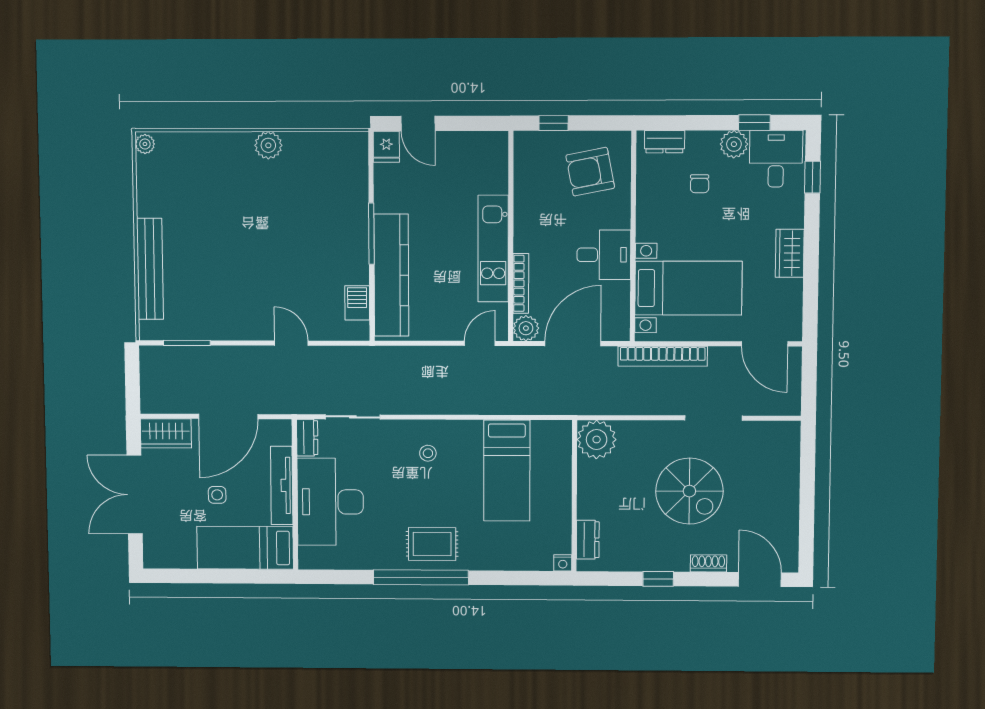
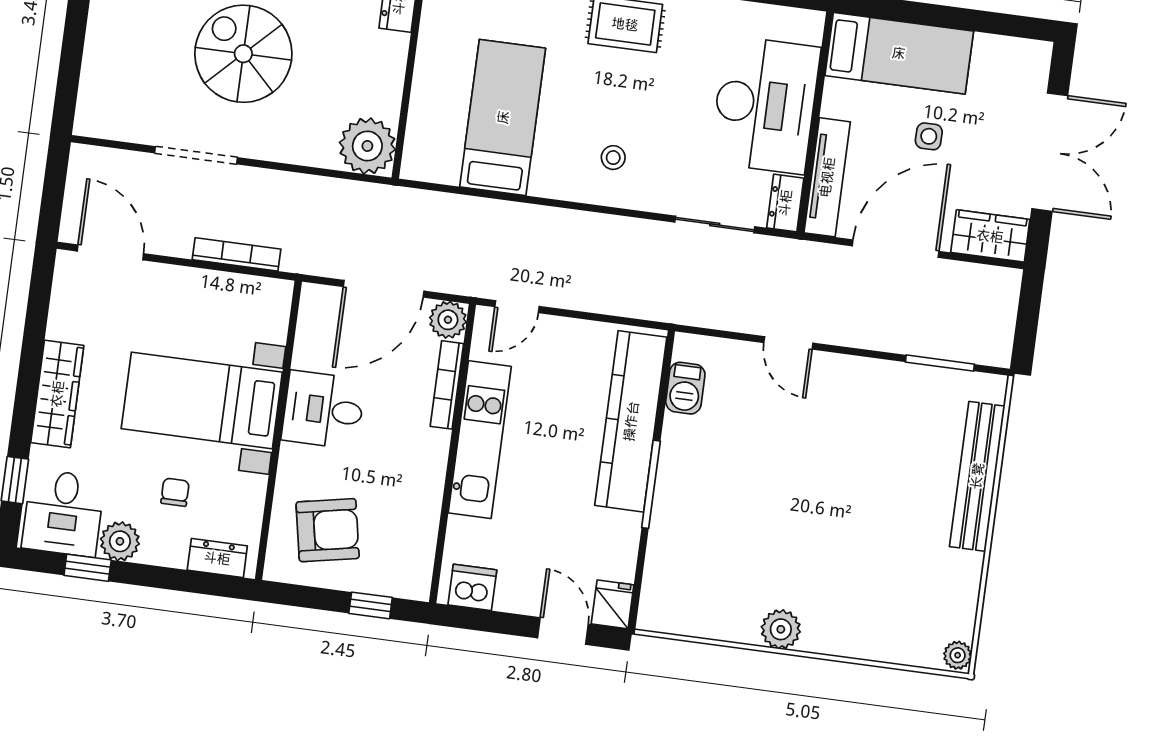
dishwasher: (485, 145) -> (472, 587), added
wardrobe: (790, 253) -> (57, 394), width x1.50
bed with nightstands: (688, 288) -> (202, 400), moved
bookcase: (663, 356) -> (237, 254), width x0.68, depth x0.76
tv unit: (282, 485) -> (827, 177), moved

